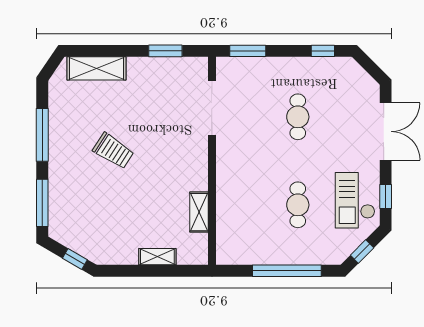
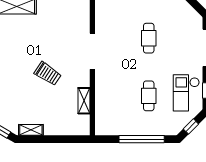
doorway: (212, 108) -> (92, 51), moved
trolley: (113, 151) -> (48, 74), moved
shelving: (157, 257) -> (31, 130), moved

